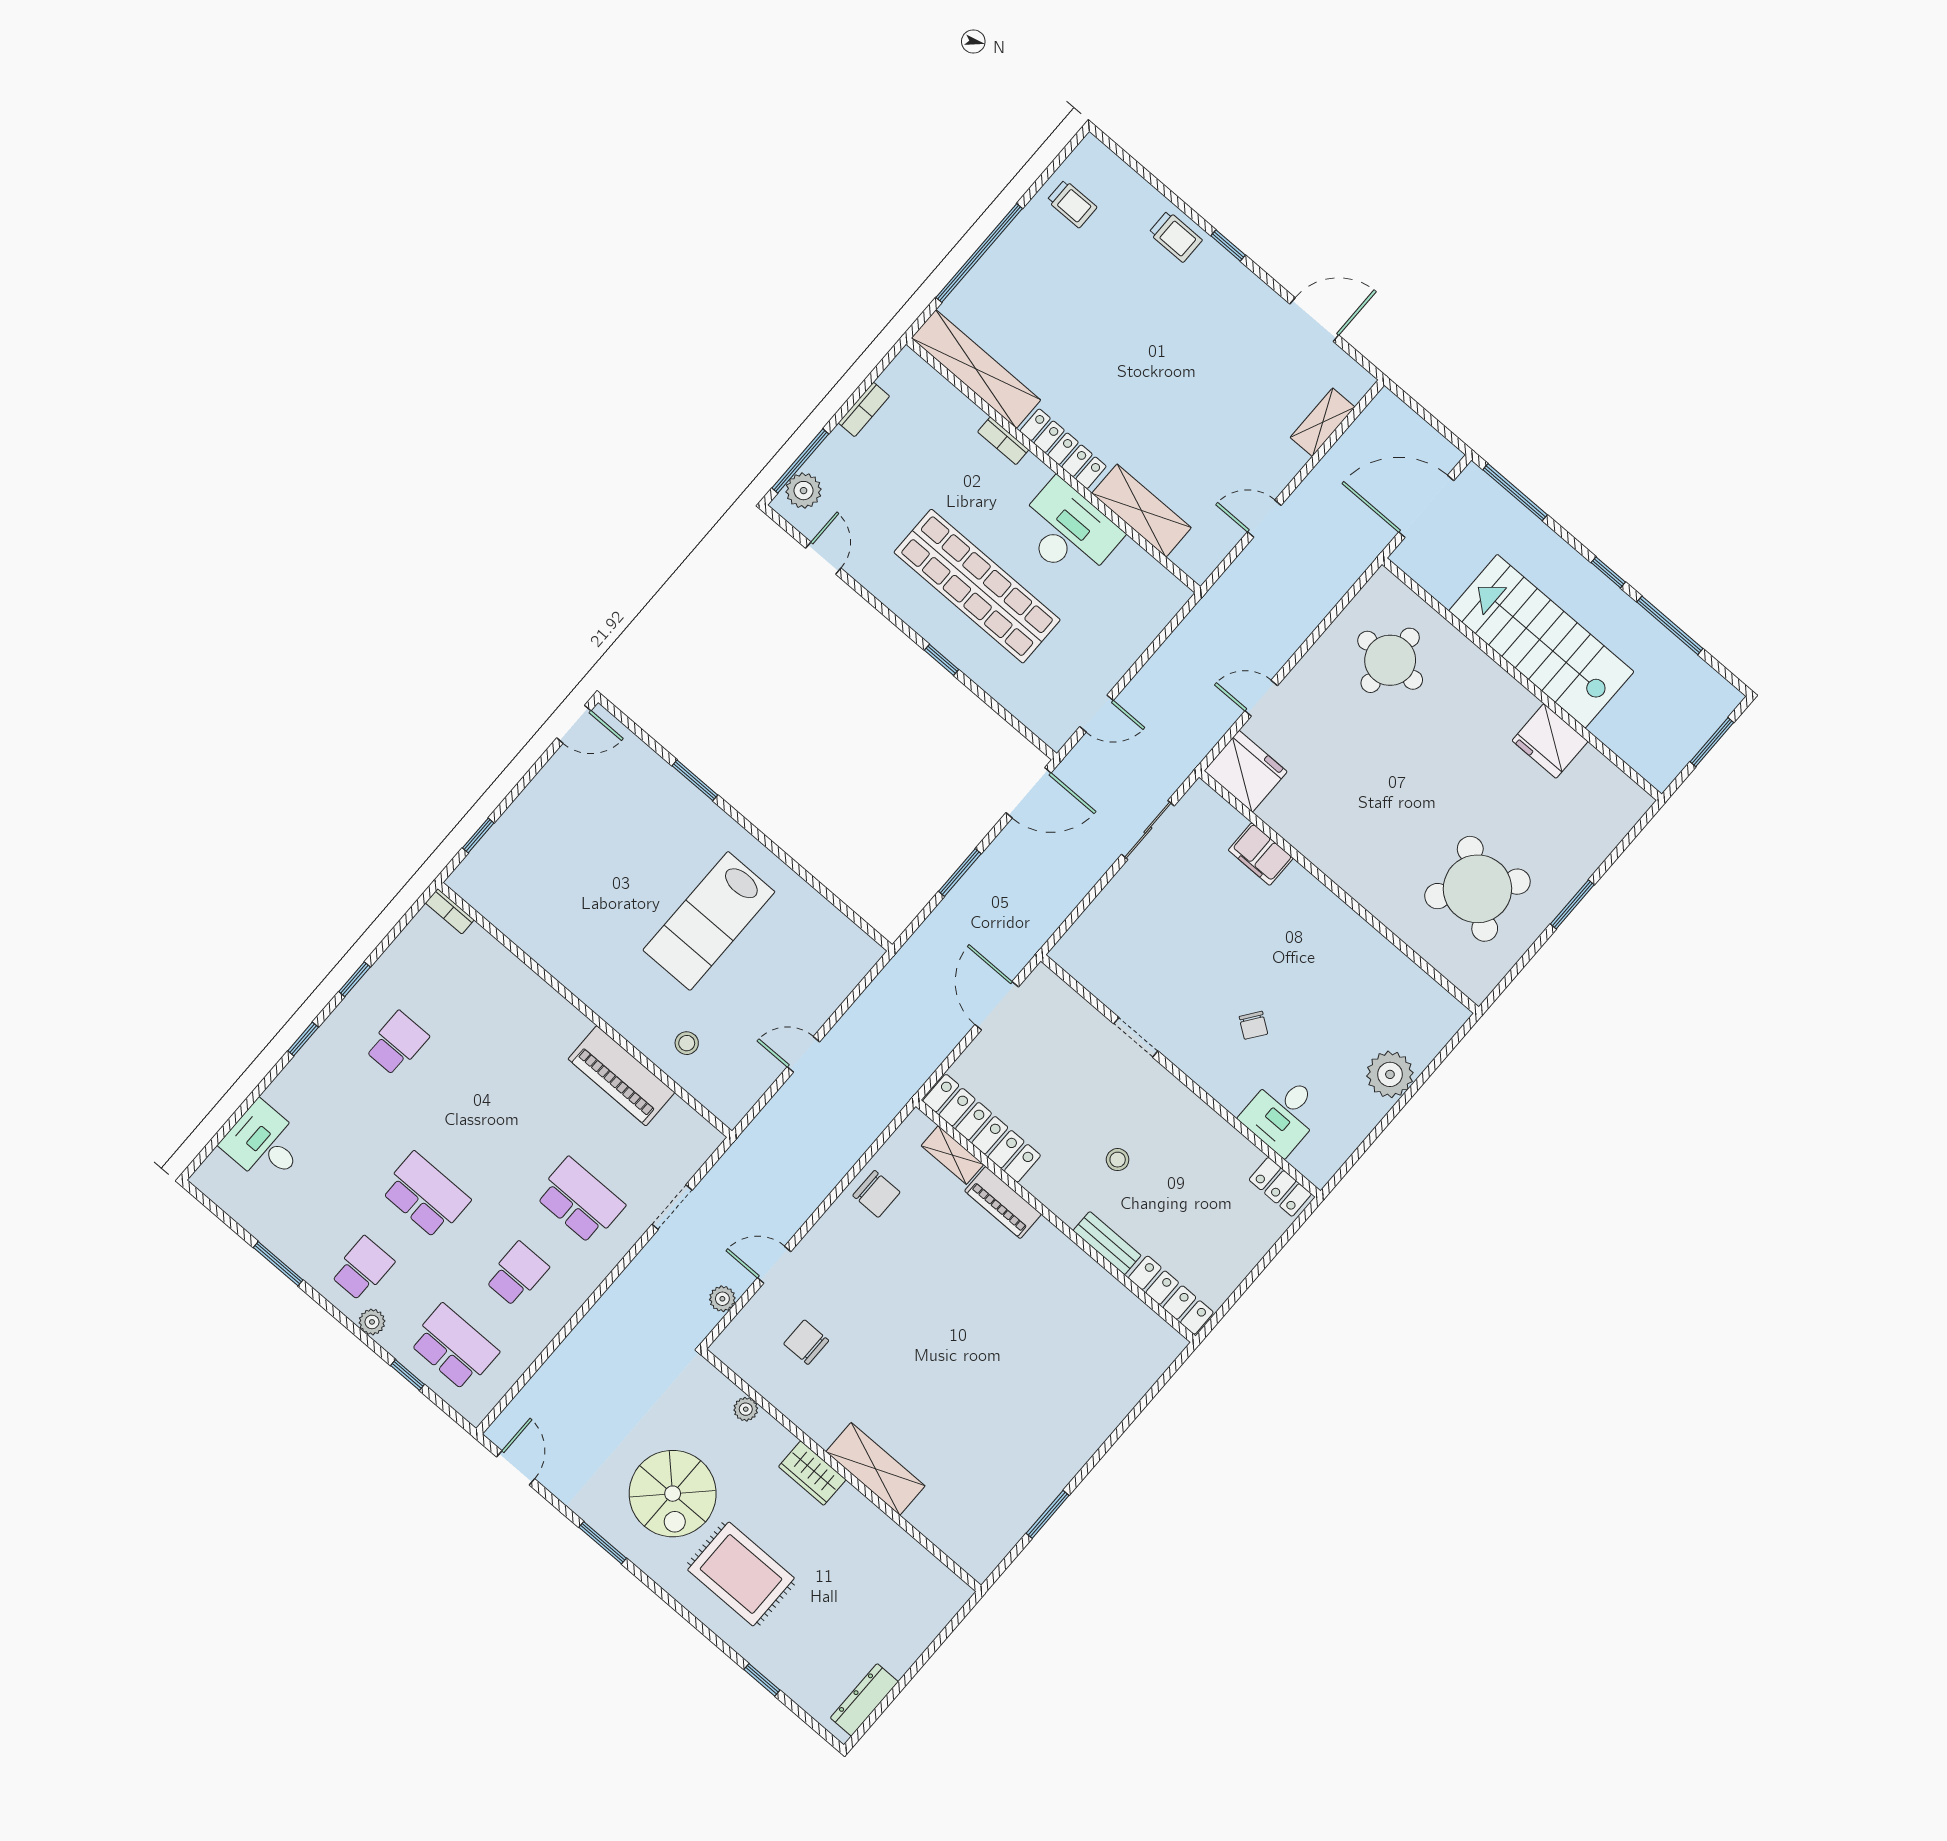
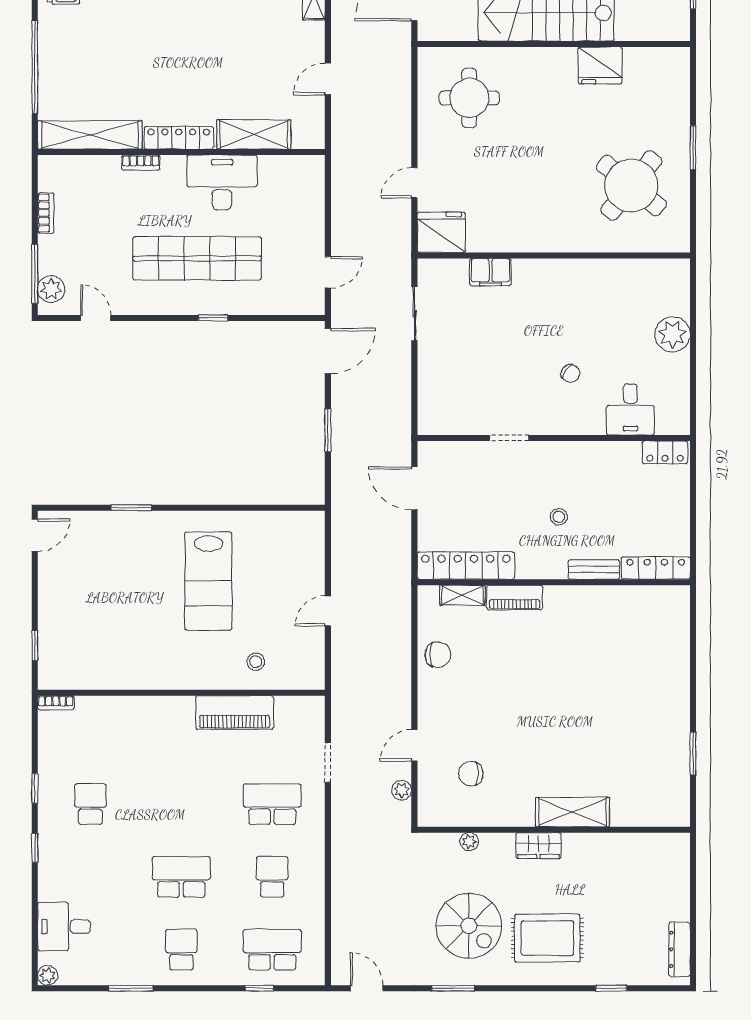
plant: (372, 1322) -> (48, 975), moved

